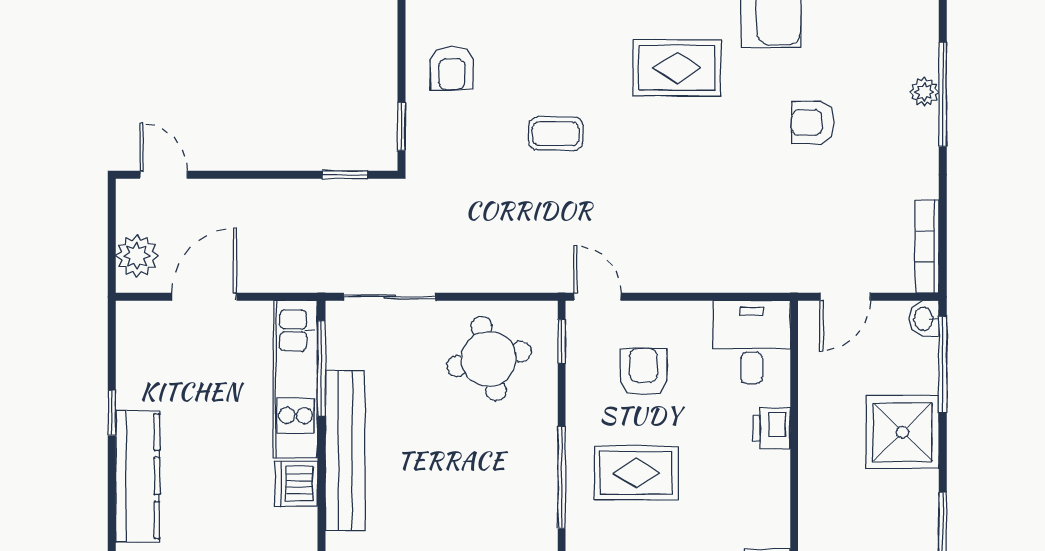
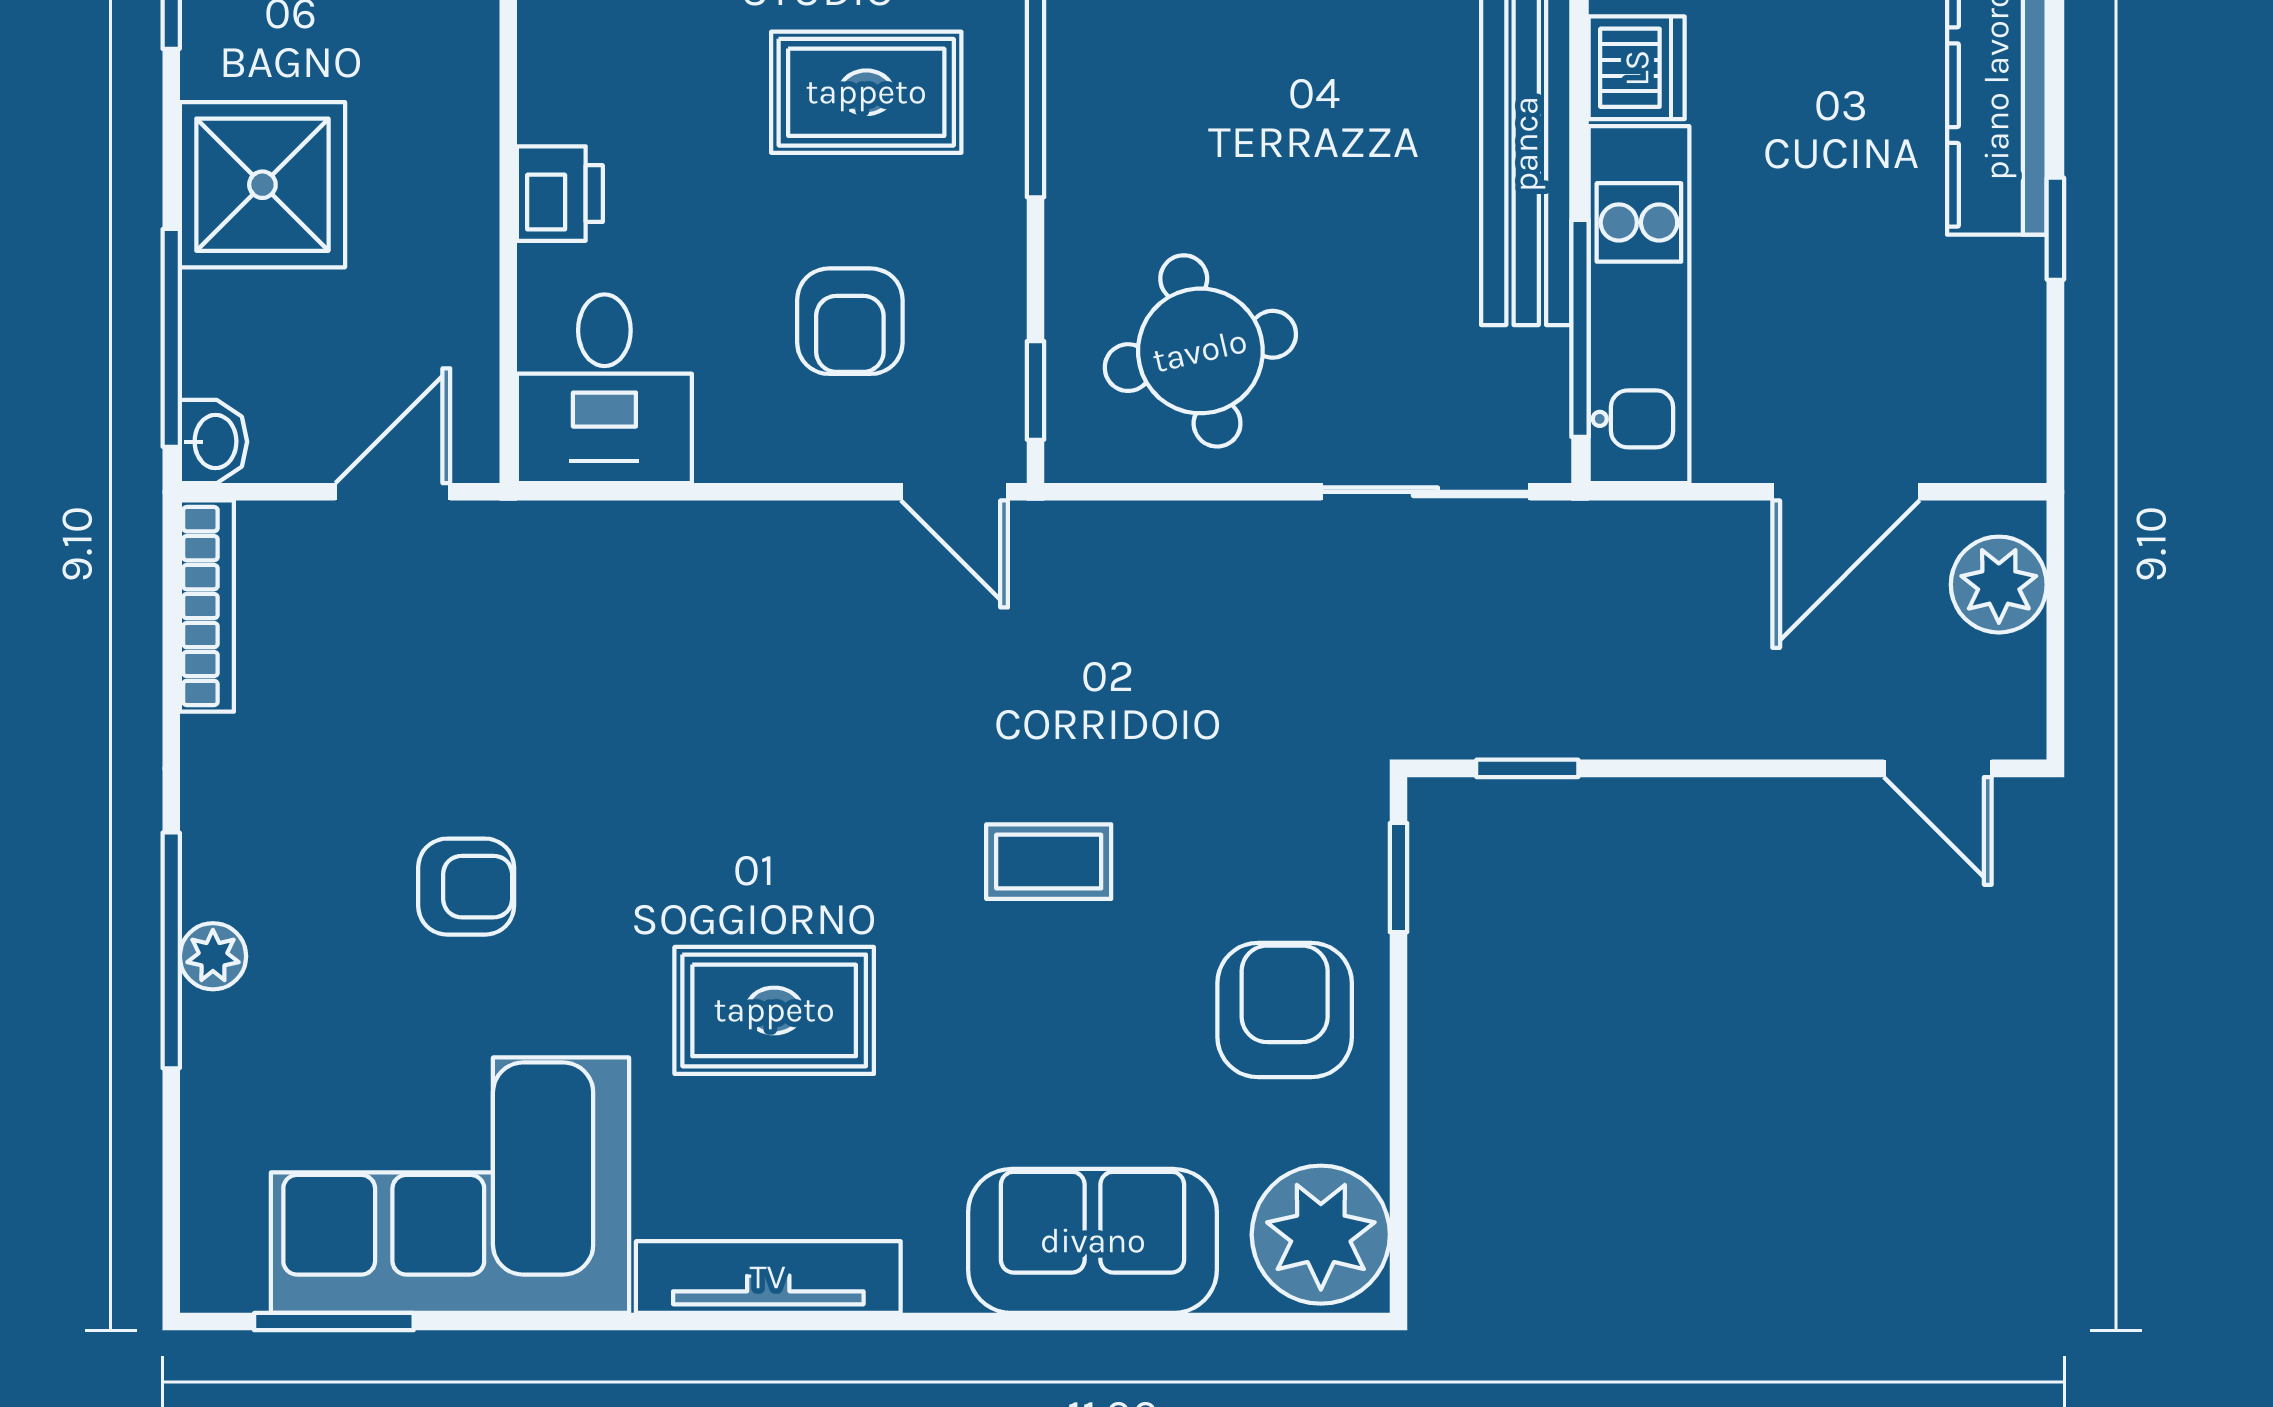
armchair: (452, 68) -> (1285, 1010), width x1.38, depth x1.38

